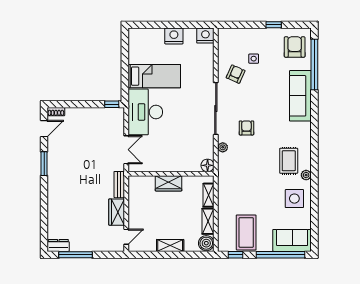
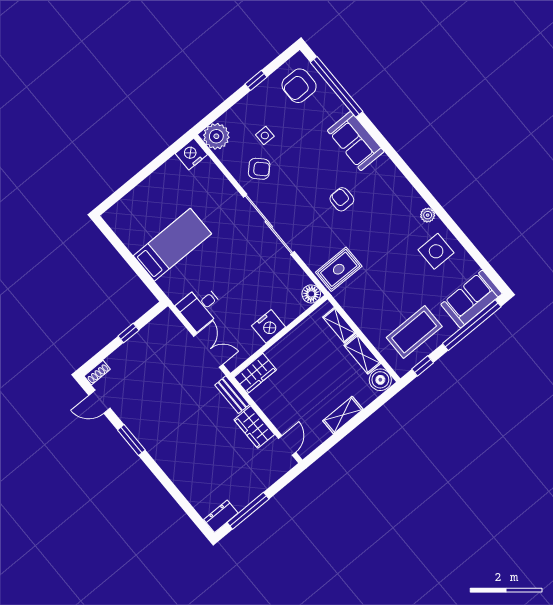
nightstand: (174, 36) -> (269, 326), moved, turned 180
armchair: (295, 47) -> (299, 86), turned -90
armchair: (236, 74) -> (259, 169), turned 111
sofa: (300, 96) -> (356, 141), width x0.73
window: (112, 104) -> (128, 333), moved
desk: (145, 112) -> (200, 307), width x0.53, depth x0.77
armchair: (246, 128) -> (342, 199), moved
door: (44, 129) -> (99, 402), swing flipped
plant: (223, 147) -> (216, 136), moved, width x1.87, depth x1.87
rug: (289, 161) -> (339, 269), moved, turned 90
wardrobe: (169, 183) -> (255, 373), moved
coffee table: (246, 232) -> (414, 332), turned 90

